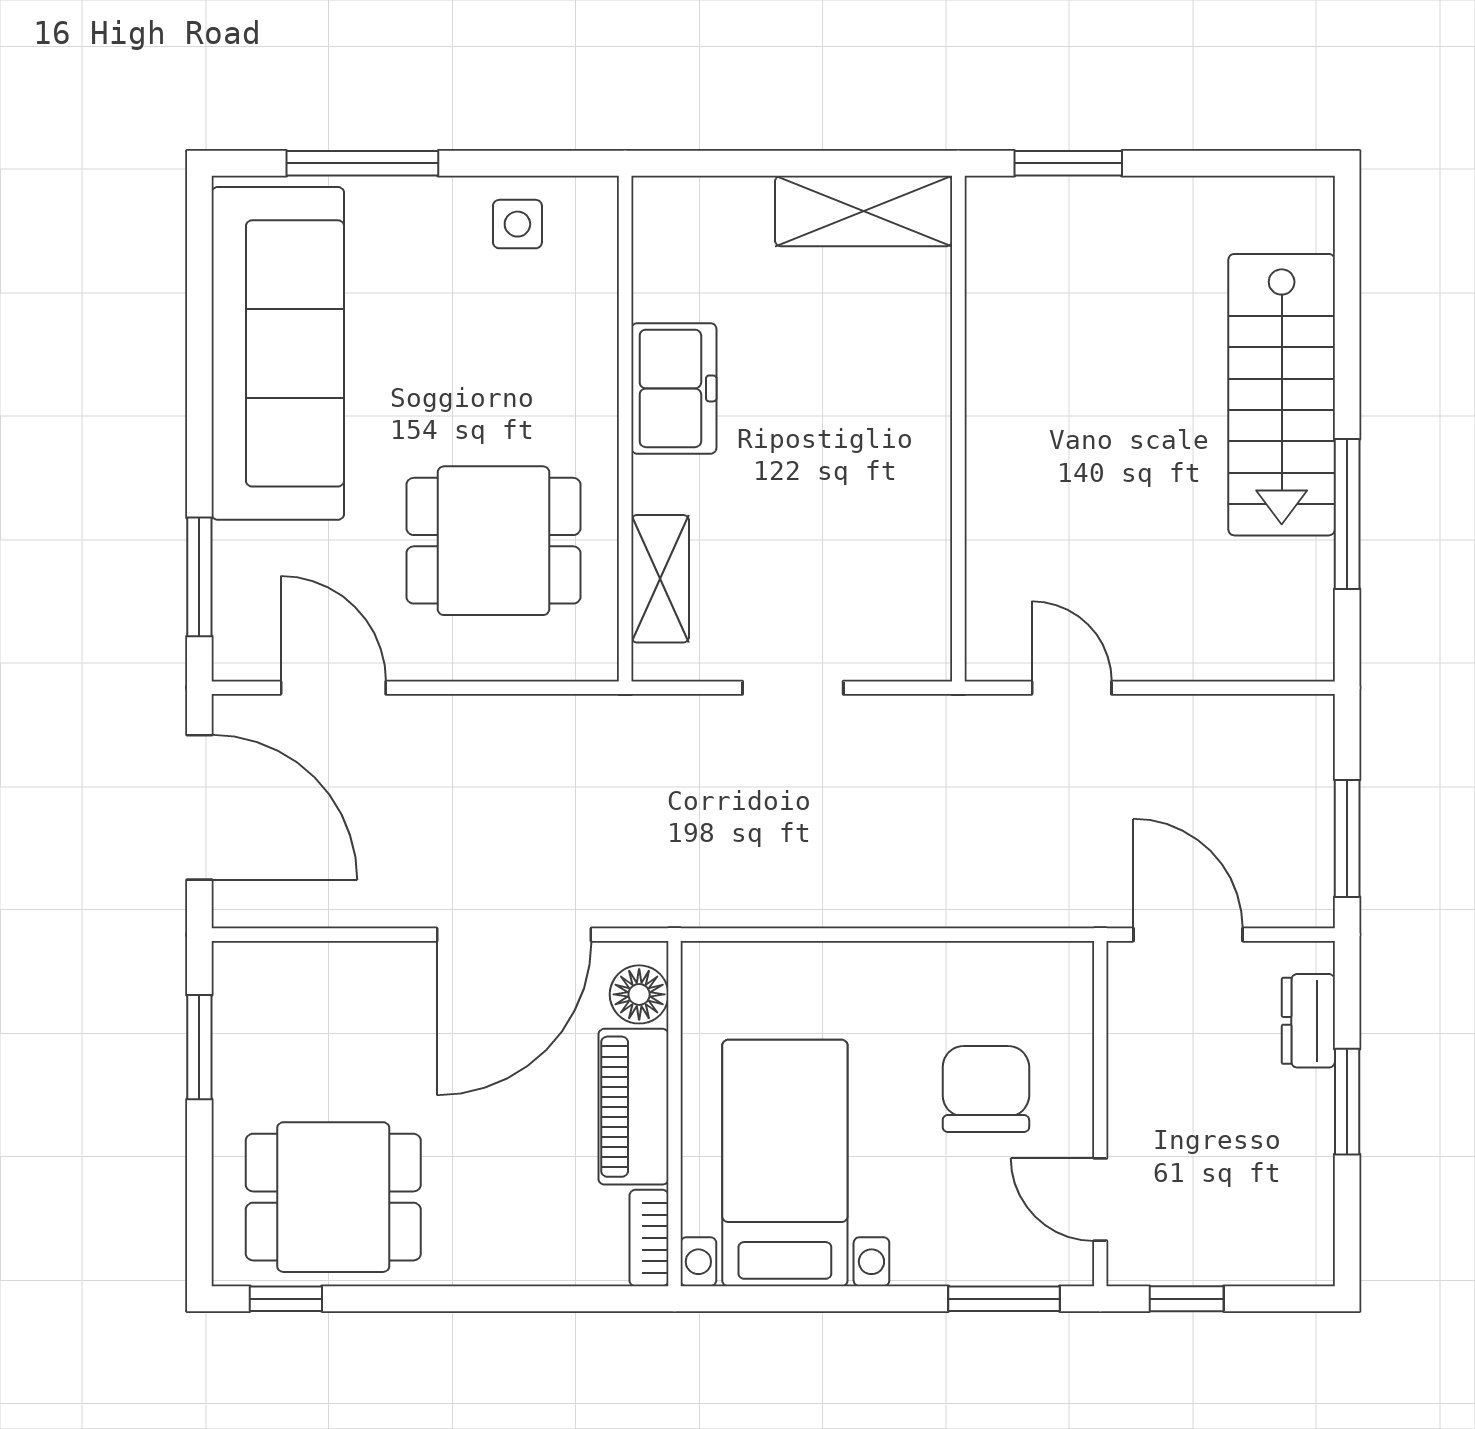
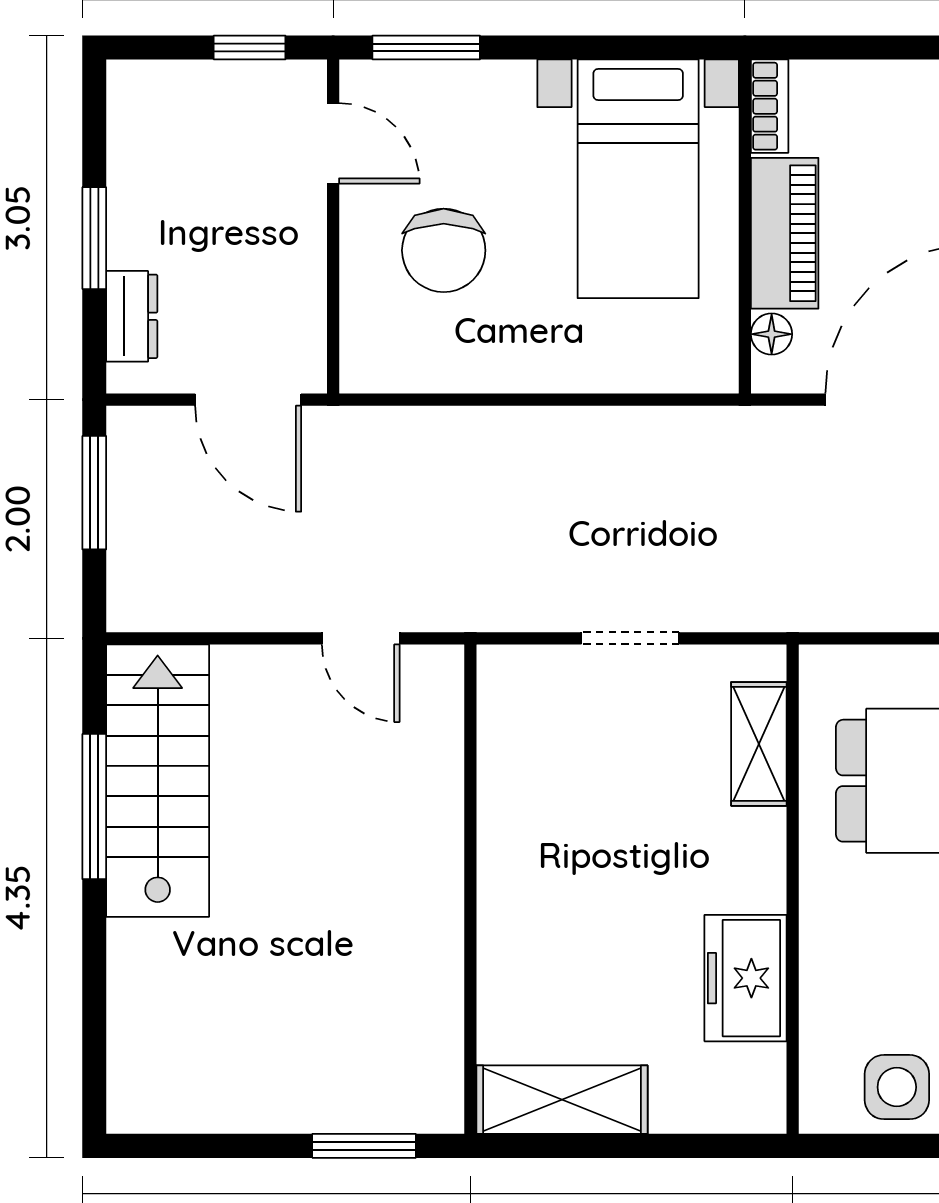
side table: (517, 224) -> (897, 1087), width x1.37, depth x1.37
freezer: (674, 388) -> (746, 978), moved
stairs: (1282, 395) -> (158, 781), moved
floor lamp: (639, 994) -> (772, 334), width x0.73, depth x0.73

